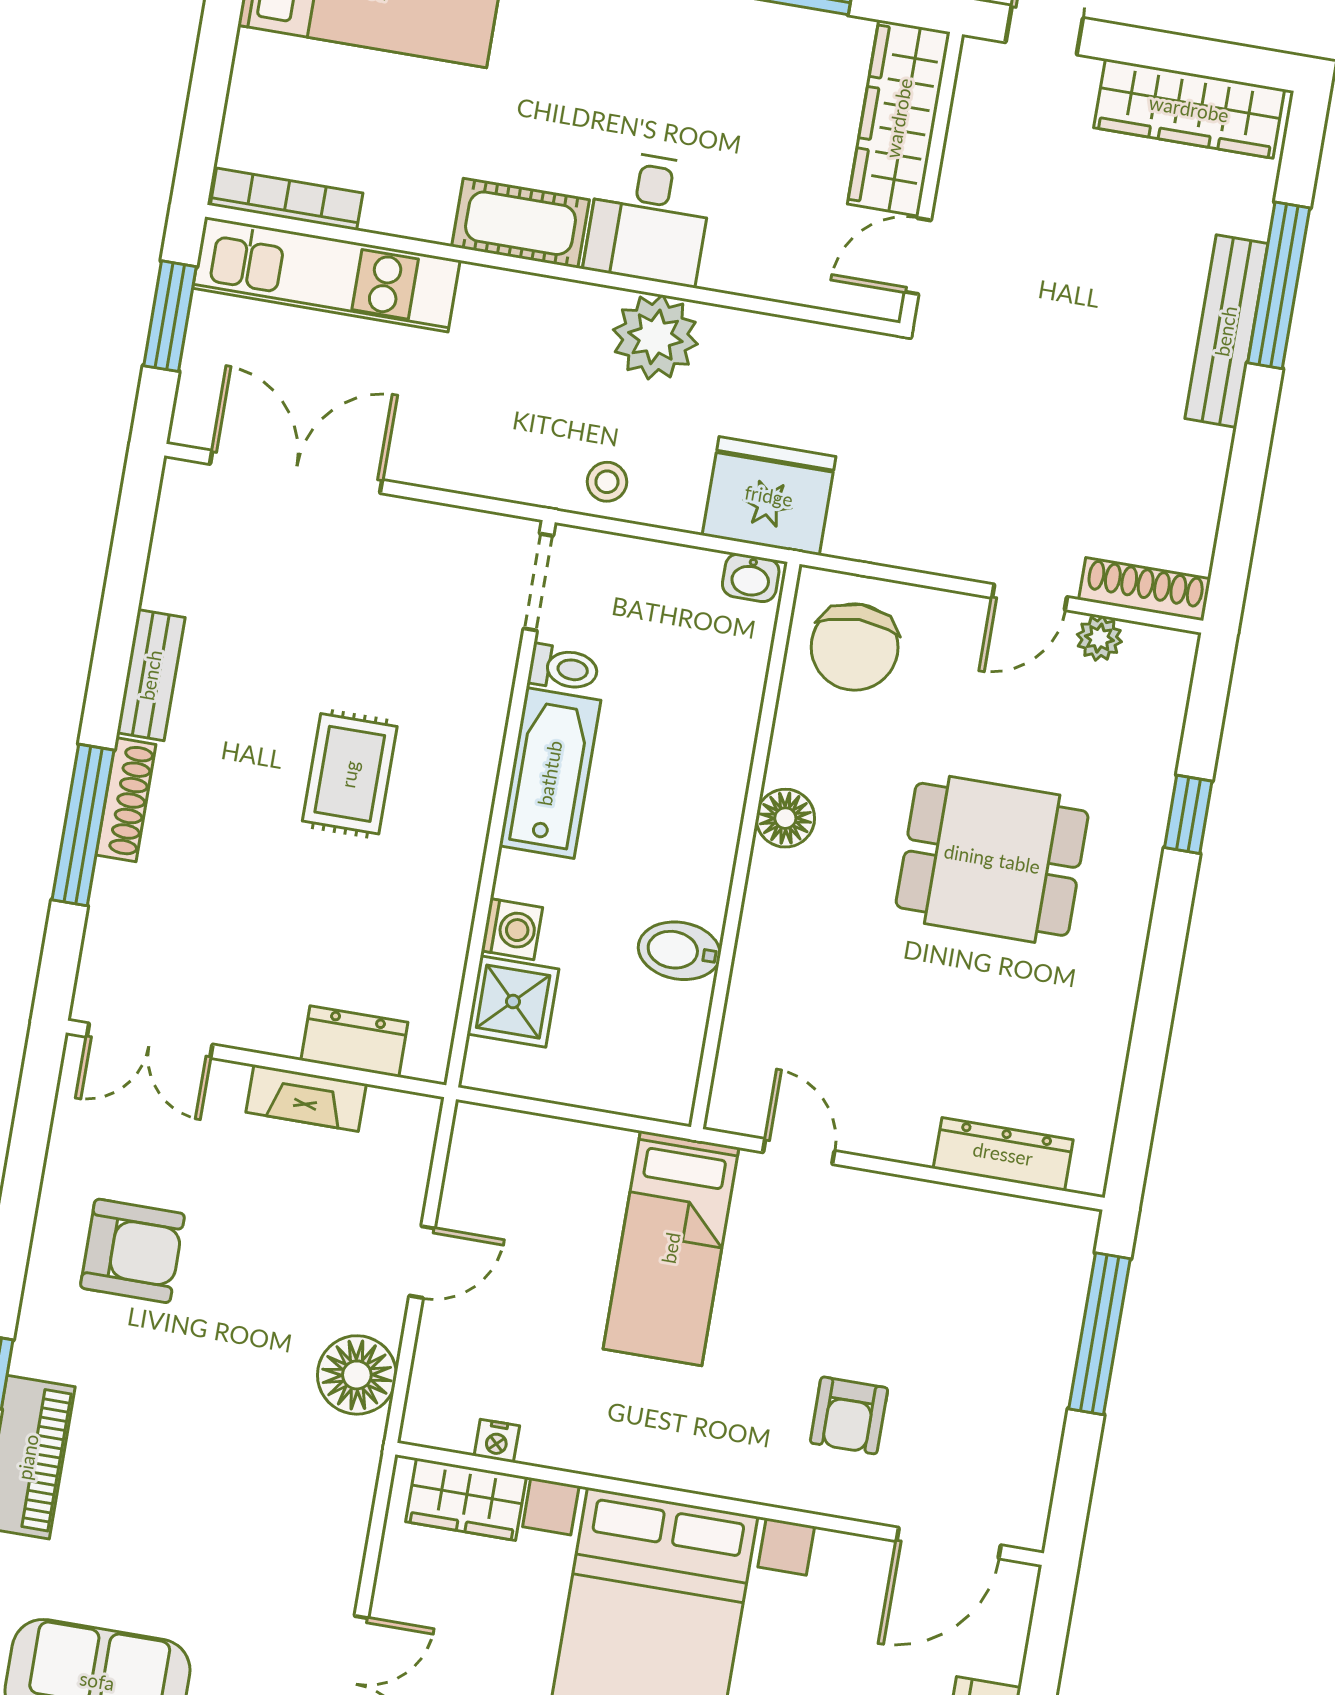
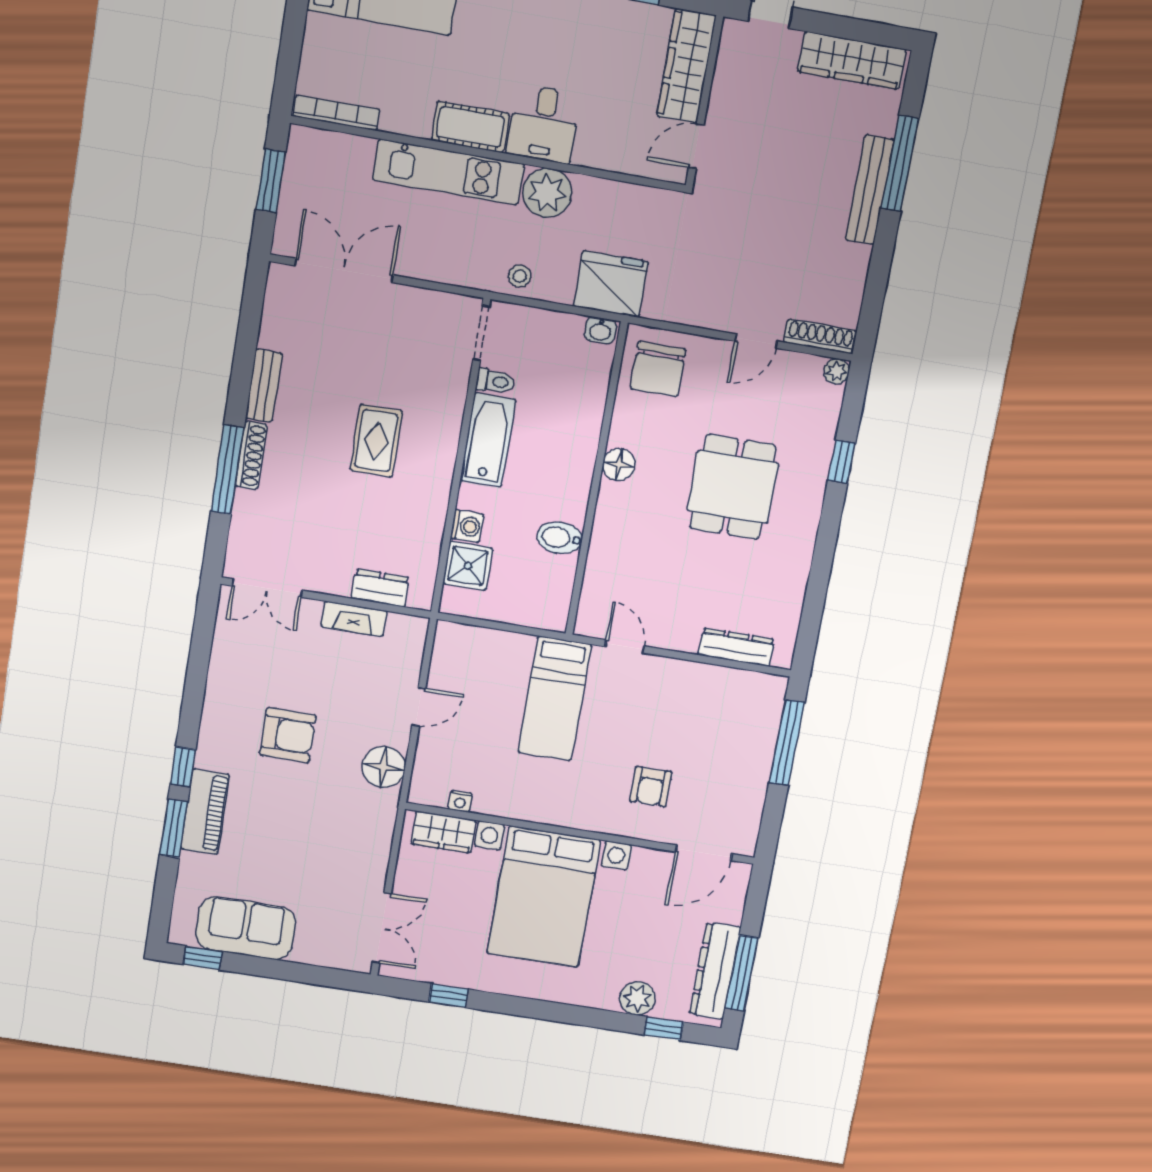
kitchen unit: (326, 274) -> (449, 172), moved
plant: (1099, 638) -> (837, 371), moved
dining table: (992, 859) -> (733, 487), turned 90
armchair: (132, 1251) -> (288, 735), moved

